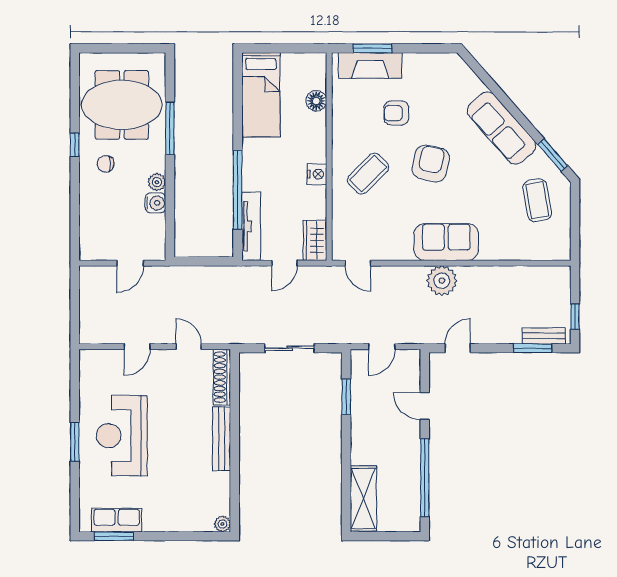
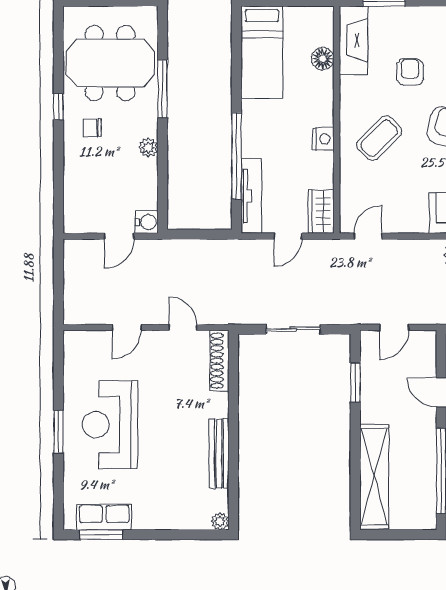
fireplace: (370, 66) -> (353, 40), moved, turned -90
armchair: (396, 113) -> (410, 72), turned 90
water cooler: (155, 203) -> (147, 222), moved
door: (358, 263) -> (368, 236), swing flipped
bench: (222, 439) -> (219, 454), moved
shelving: (363, 498) -> (374, 477), width x1.47

